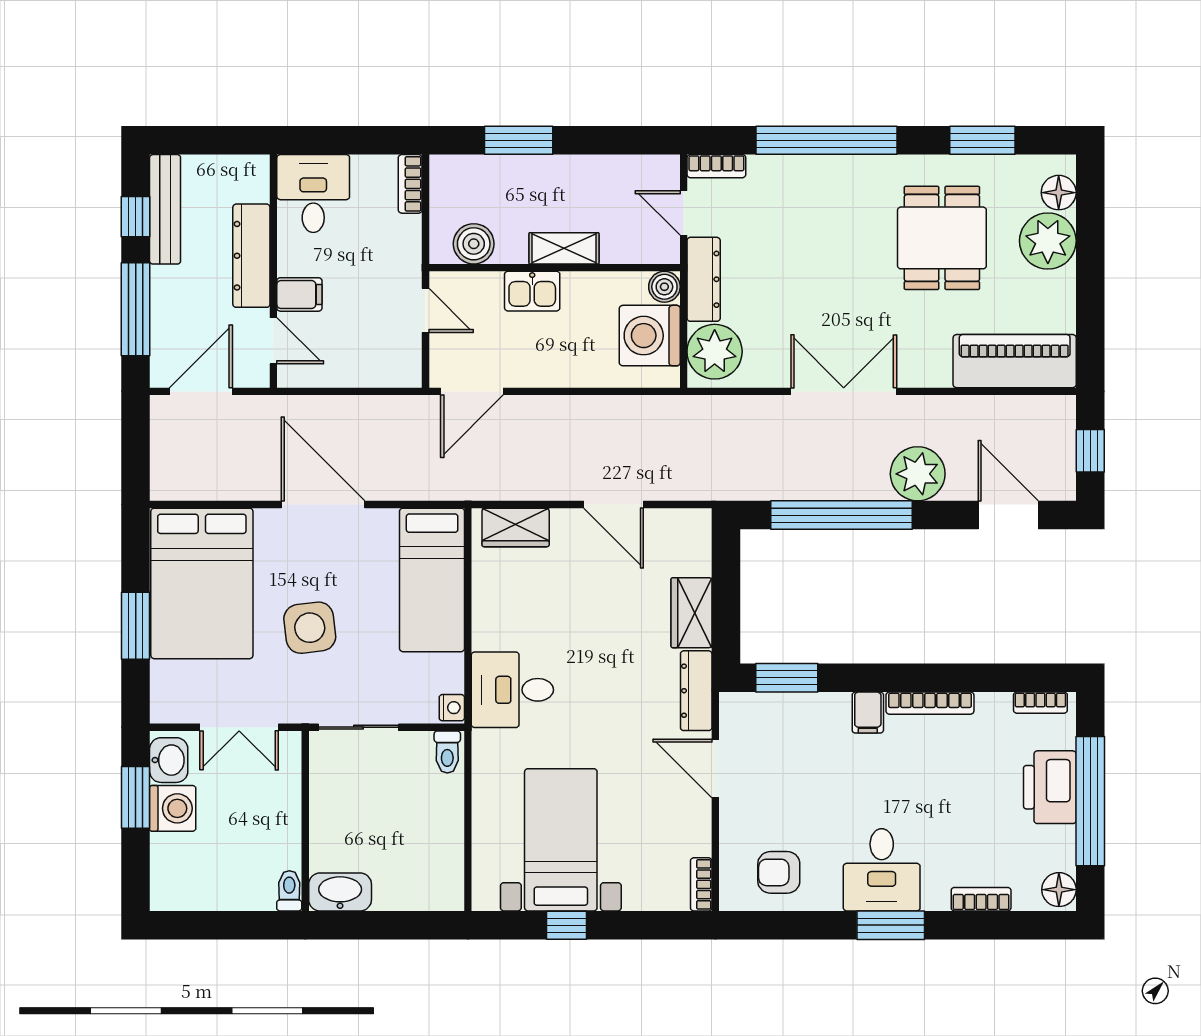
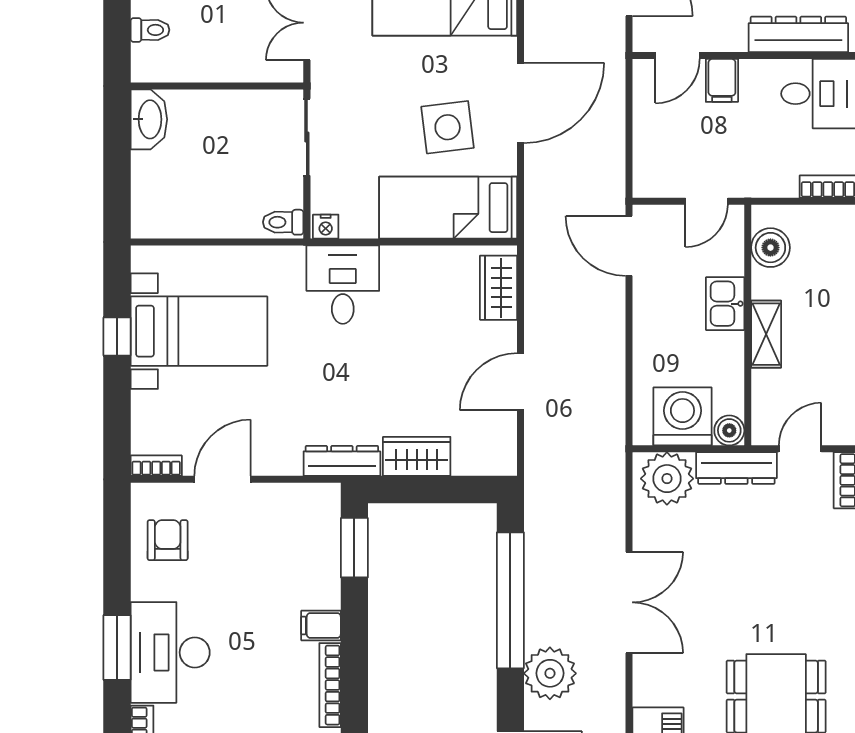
dresser: (251, 256) -> (798, 34), moved
side table: (310, 628) -> (448, 127), moved
door: (715, 768) -> (222, 479), moved
desk: (882, 870) -> (170, 652), width x1.37
toilet: (289, 891) -> (150, 30), moved

